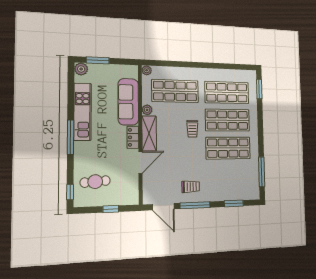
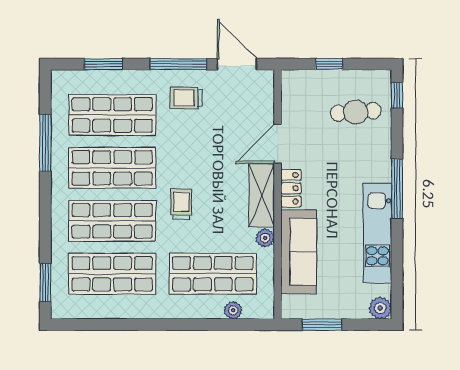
window: (98, 60) -> (322, 325), moved
plant: (147, 70) -> (233, 310), moved
window: (262, 172) -> (45, 143), moved
shop shelf: (229, 176) -> (112, 115), added

